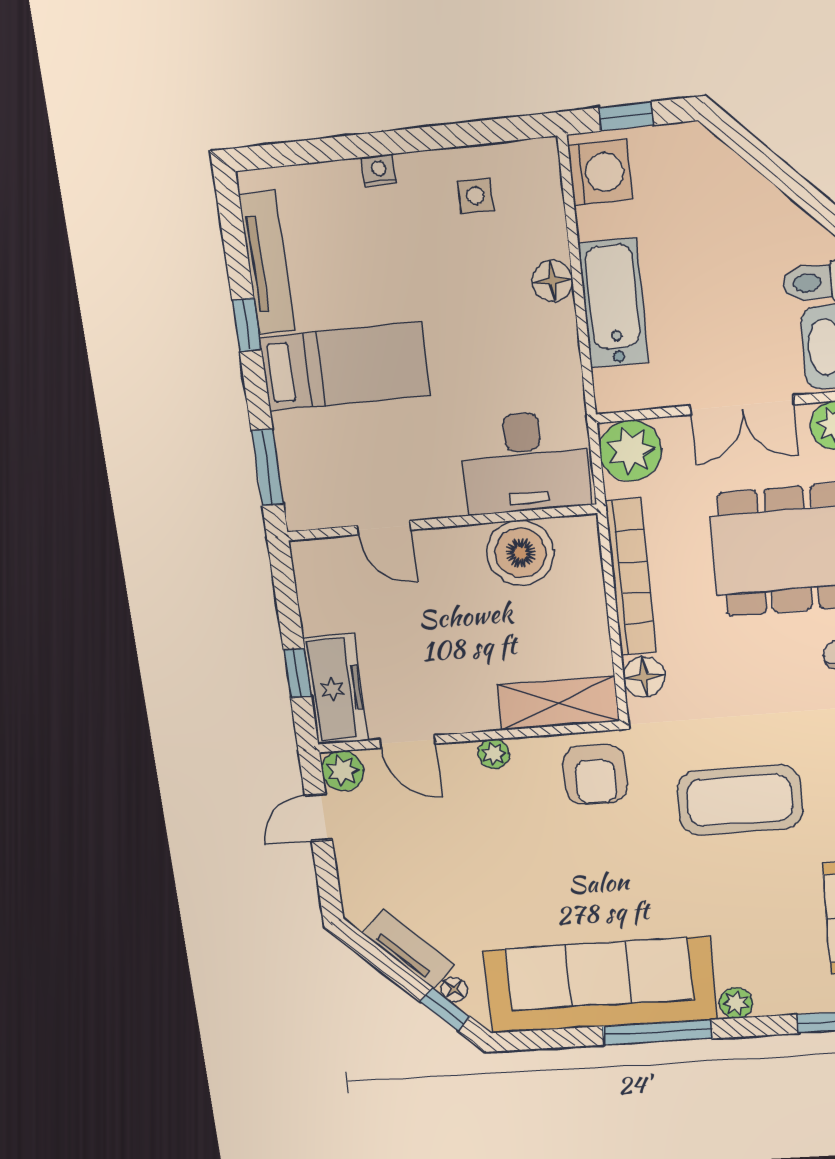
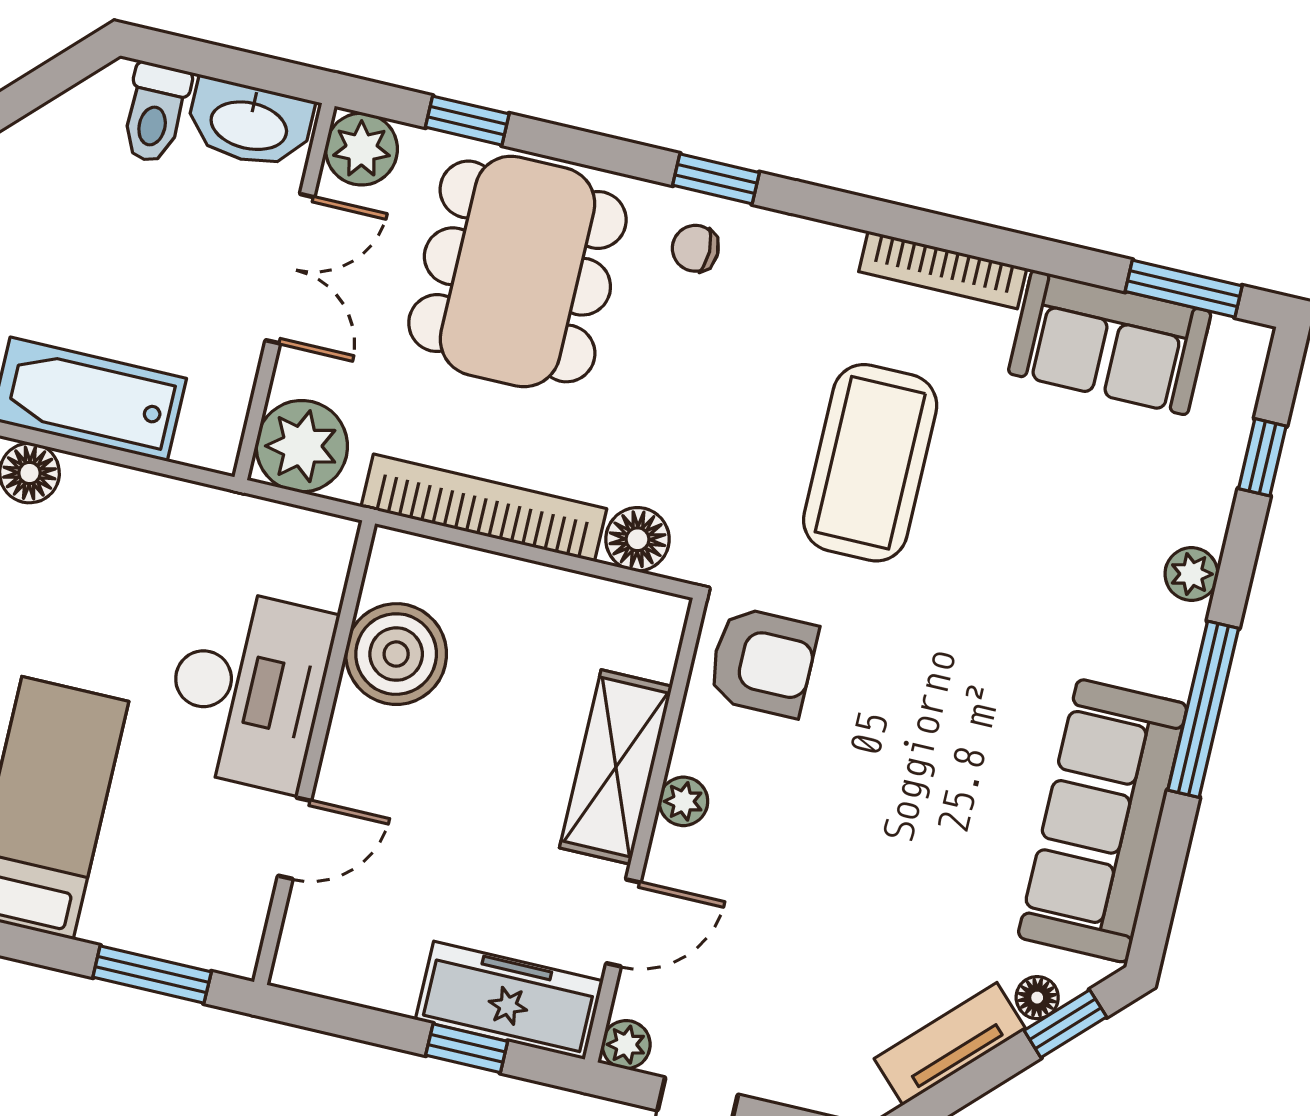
desk: (525, 462) -> (248, 689), moved
shelving: (558, 703) -> (616, 767), moved
plant: (343, 771) -> (626, 1045), width x0.73, depth x0.73
sofa: (600, 985) -> (1103, 821), width x0.74, depth x0.79

